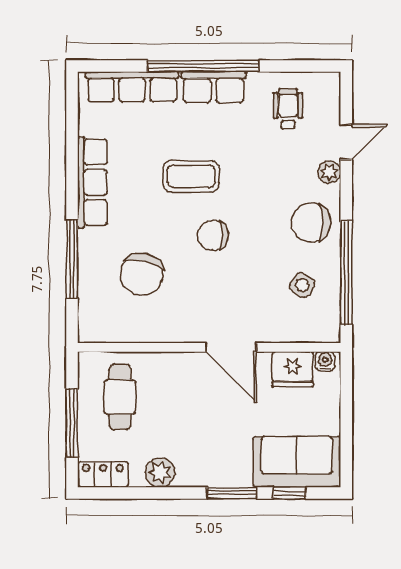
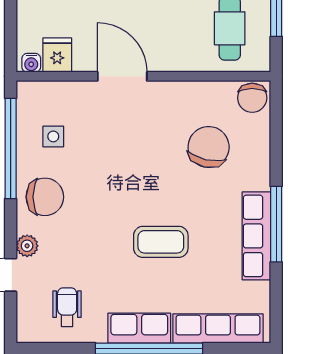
wheelchair: (288, 109) -> (67, 307), turned 180
chair: (213, 235) -> (252, 98), moved, turned 90
window: (72, 259) -> (276, 224), moved
side table: (302, 285) -> (53, 136), turned -34
fridge: (293, 369) -> (57, 55), width x0.72

